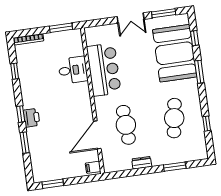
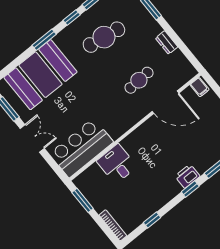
window: (195, 38) -> (72, 18), moved
bar counter: (104, 70) -> (81, 148), moved
cafe table: (126, 125) -> (139, 80), width x0.73, depth x0.74

